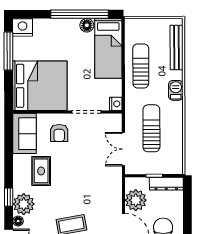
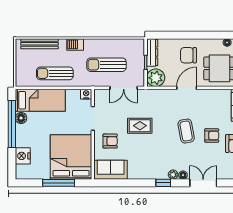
nightstand: (23, 27) -> (23, 156), moved
window: (8, 51) -> (59, 183), moved
rug: (41, 171) -> (140, 126), moved
plant: (136, 200) -> (156, 78), moved
plant: (24, 204) -> (173, 175), width x0.53, depth x0.53

